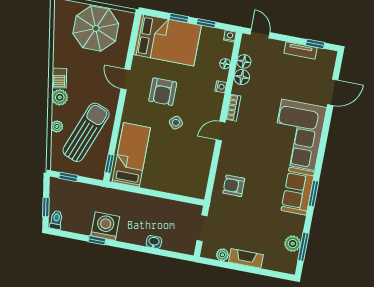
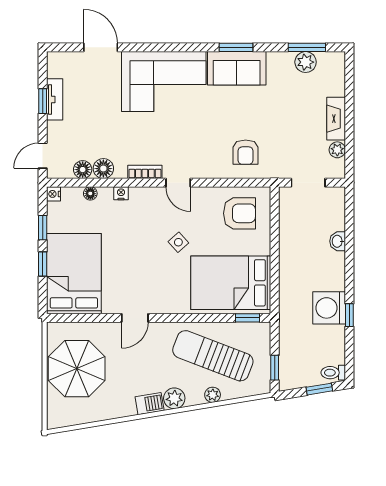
window: (315, 44) -> (43, 101), moved
armchair: (163, 92) -> (240, 213), moved
bed: (131, 155) -> (231, 283), width x1.50

